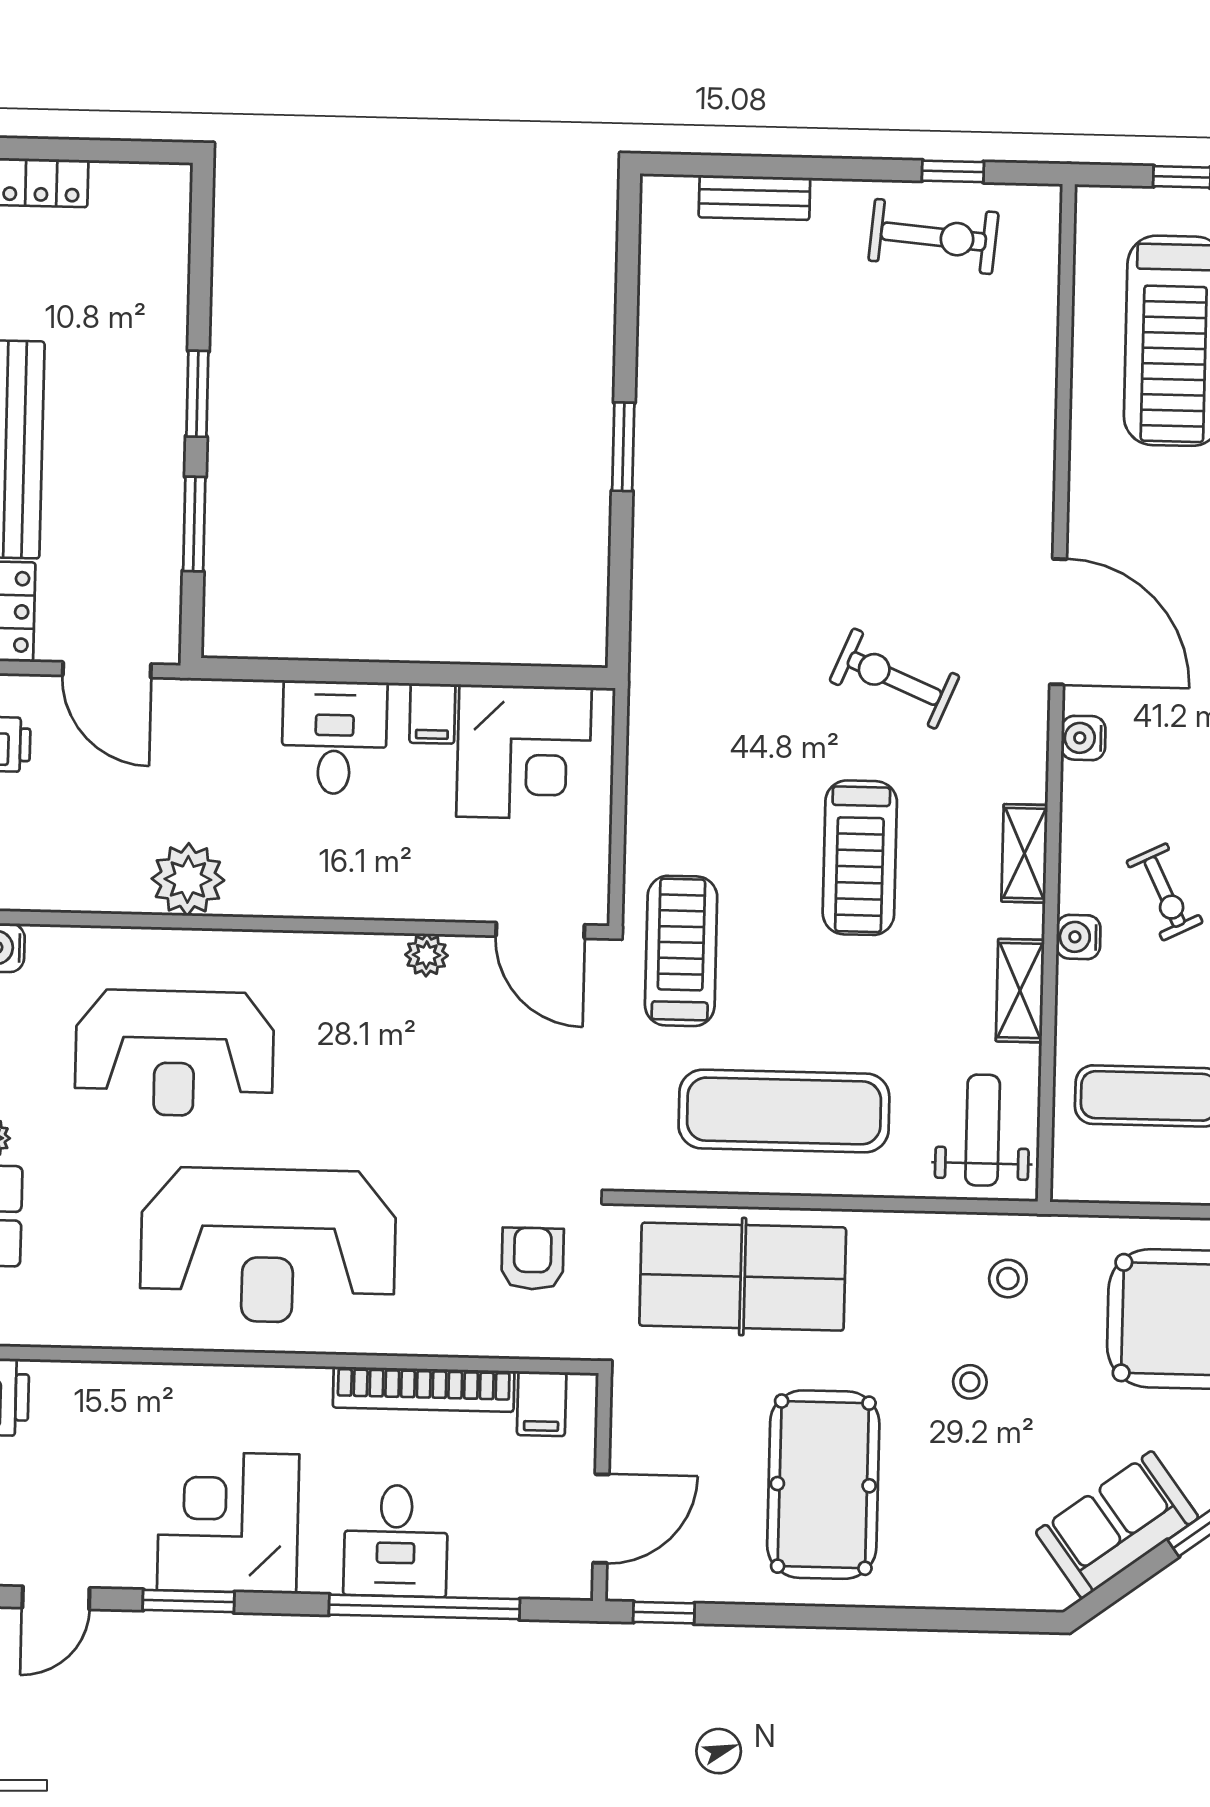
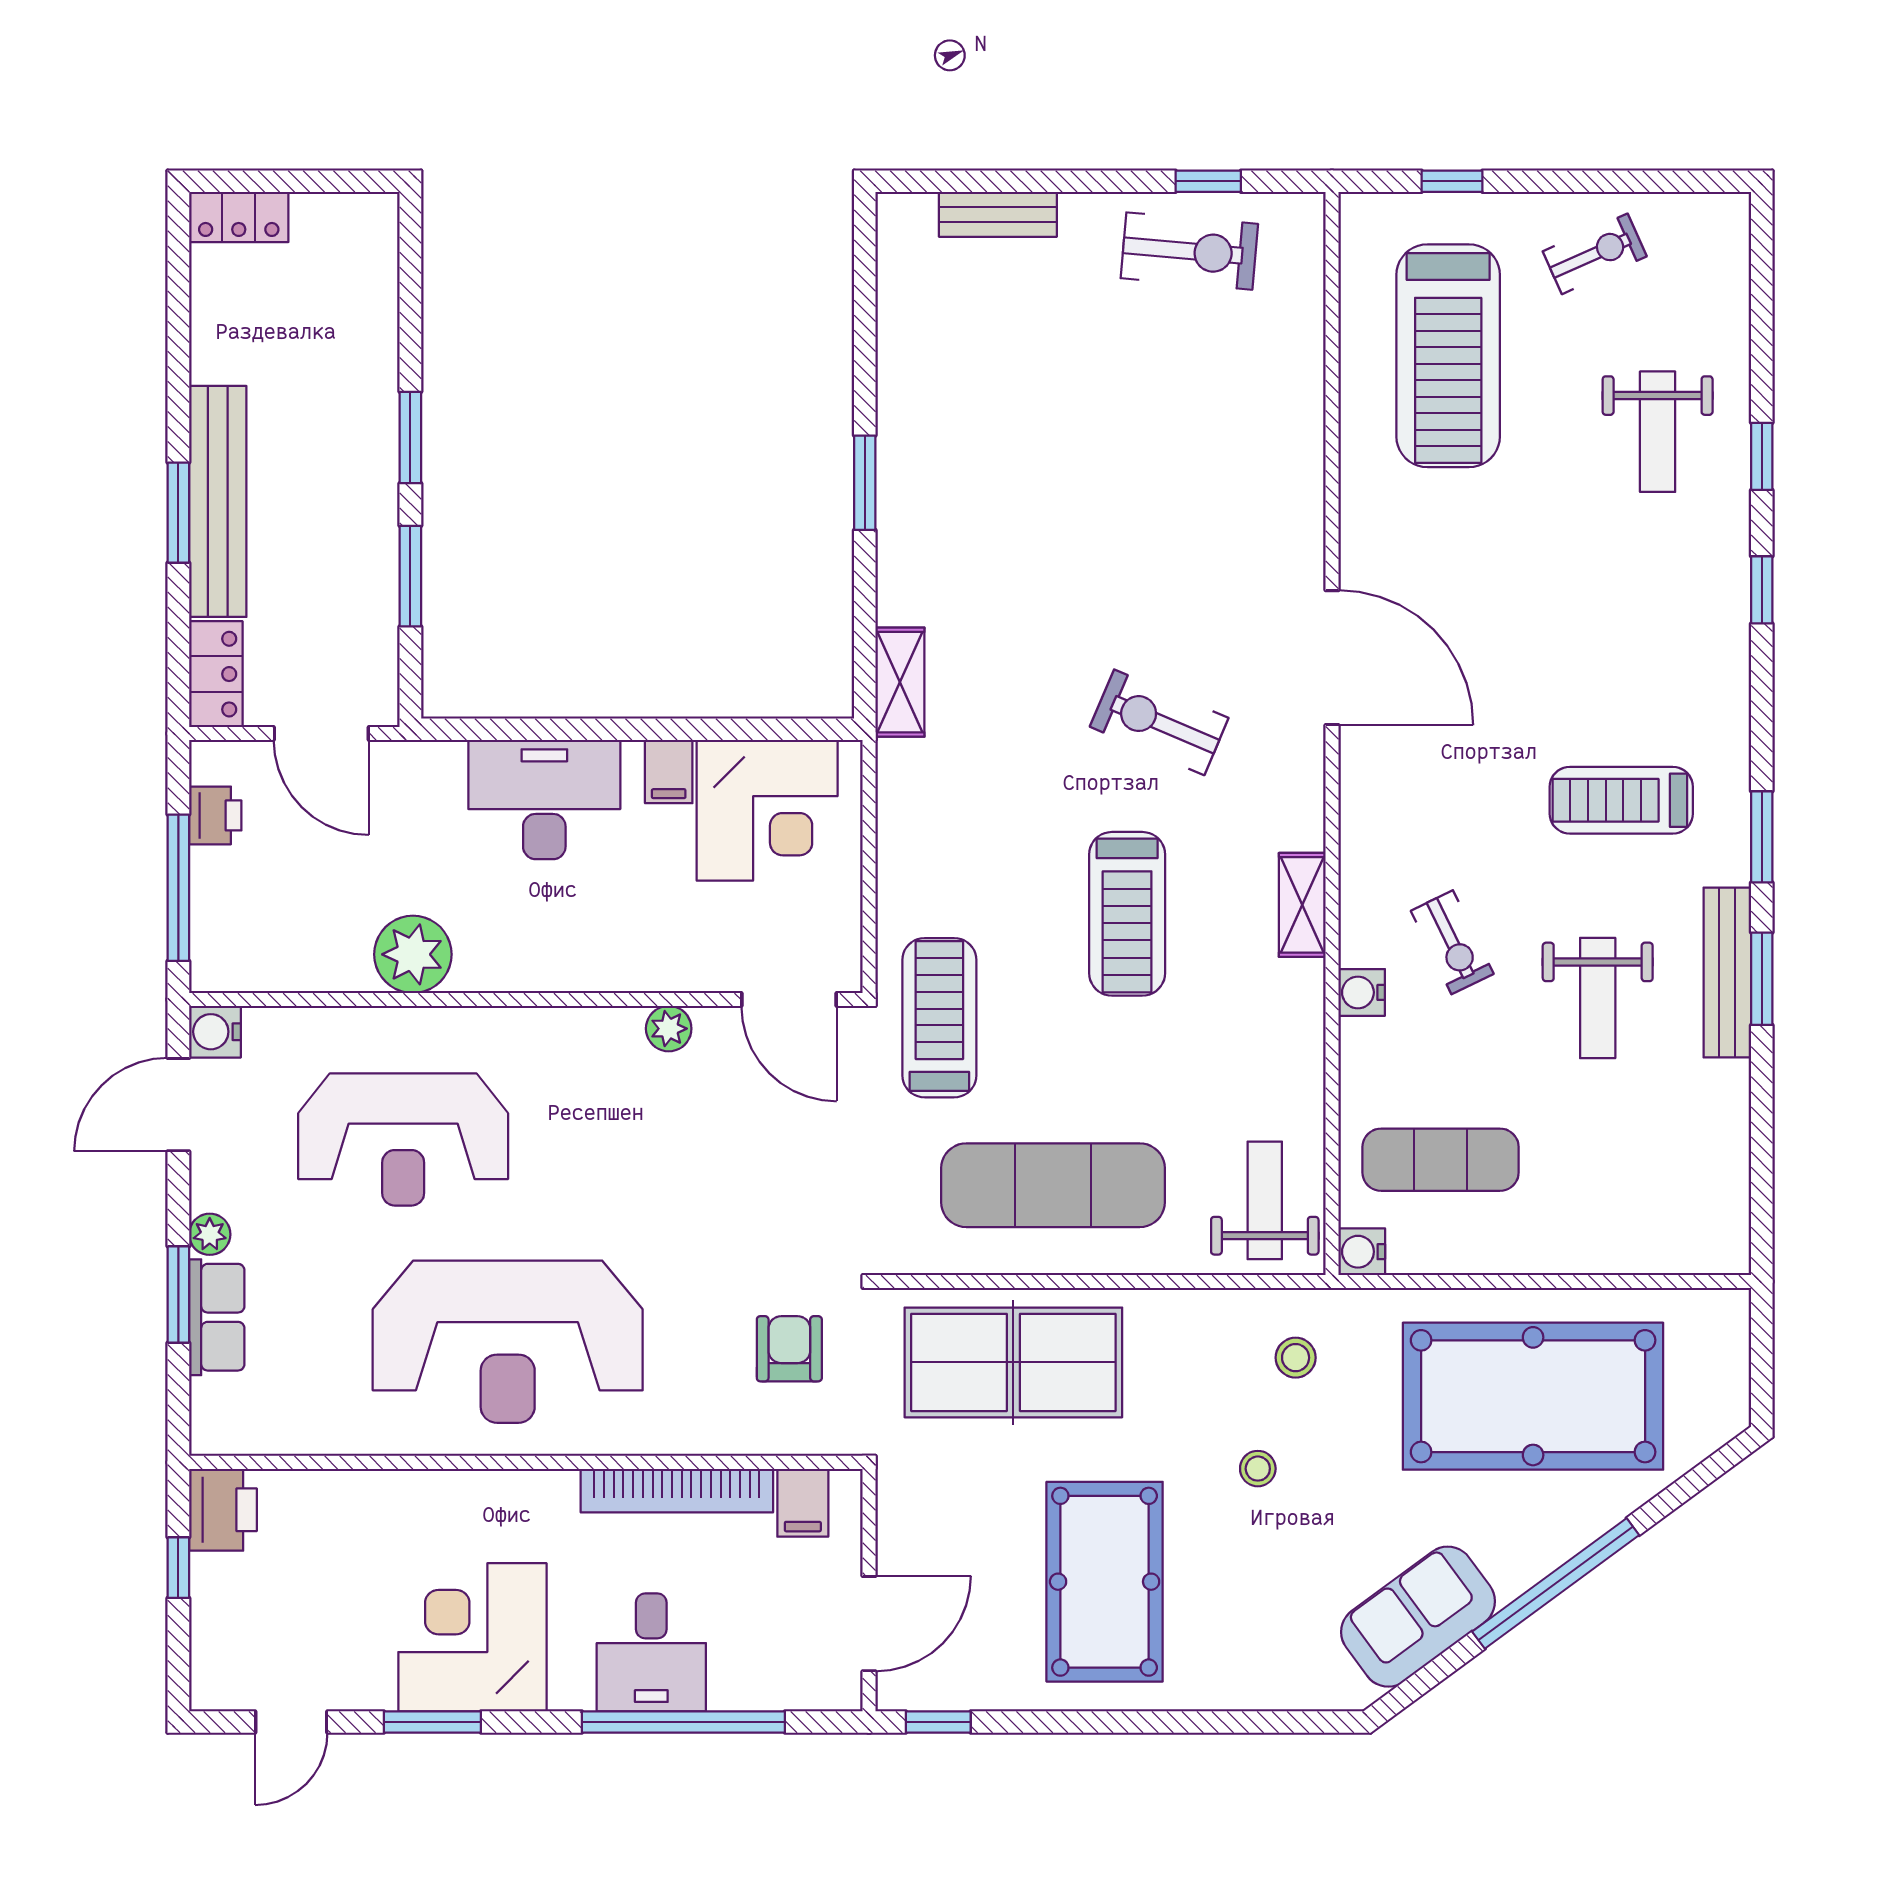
desk: (334, 737) -> (544, 800), width x1.37
water cooler: (1083, 738) -> (1362, 1252), moved
shelving: (1020, 991) -> (900, 682), moved

